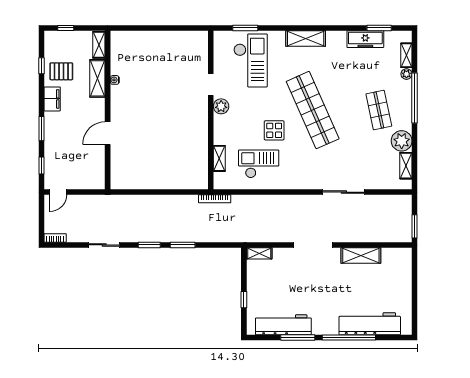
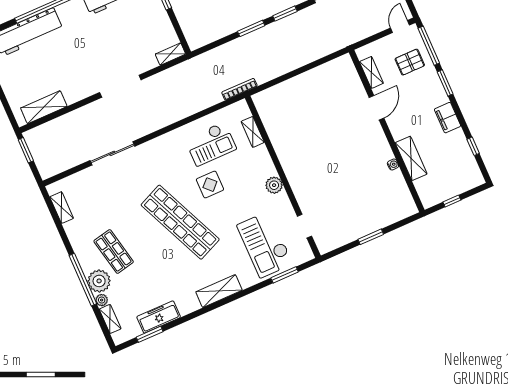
window: (66, 28) -> (452, 201), moved
window: (160, 28) -> (371, 237), added
shelving: (99, 45) -> (371, 72), moved
pallet: (61, 71) -> (410, 62), moved
doorway: (211, 85) -> (305, 226), moved
plant: (402, 141) -> (99, 281), moved
window: (41, 166) -> (429, 46), width x2.17
shelving: (361, 256) -> (44, 107), moved

